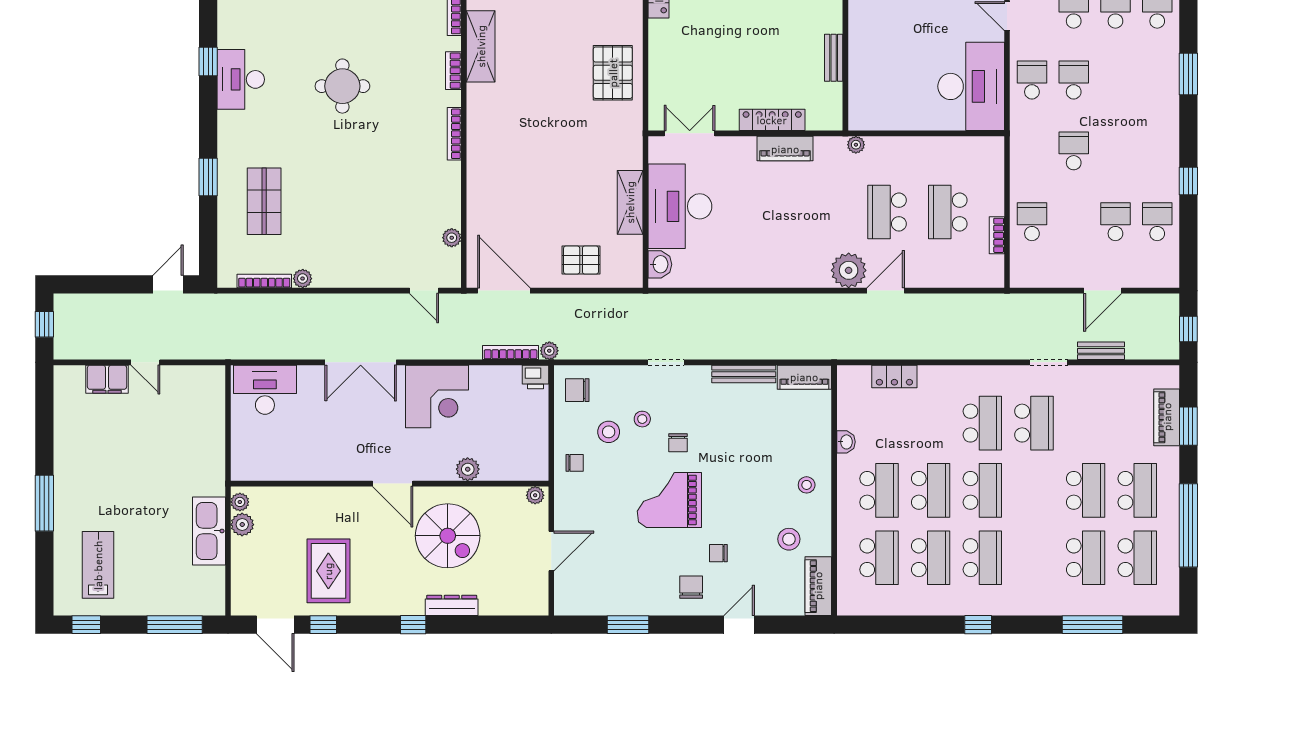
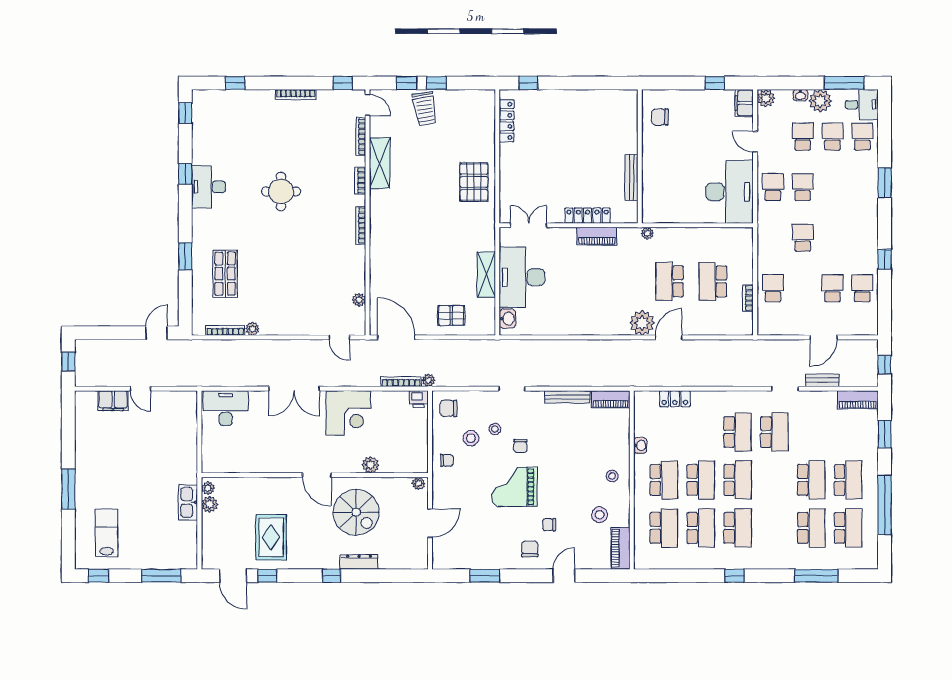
bench: (834, 58) -> (631, 177), width x1.36
piano: (1167, 417) -> (858, 400), moved, turned -90
kitchen sink: (209, 531) -> (188, 502), width x0.73, depth x0.81

